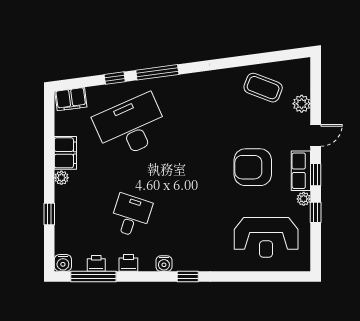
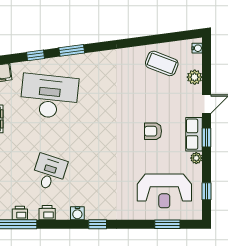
water cooler: (305, 70) -> (197, 48), added
window: (157, 72) -> (72, 50), width x0.69
desk: (131, 126) -> (49, 96), turned 30
armchair: (253, 167) -> (153, 131), width x0.53, depth x0.53
window: (316, 212) -> (206, 191), moved
window: (270, 277) -> (167, 224), added

